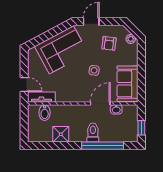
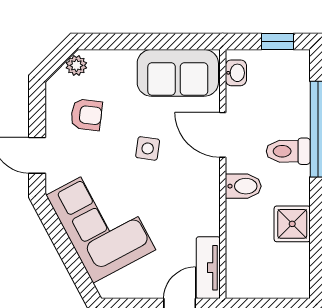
washbasin: (116, 109) -> (236, 73), moved
bidet: (45, 113) -> (243, 186), moved

